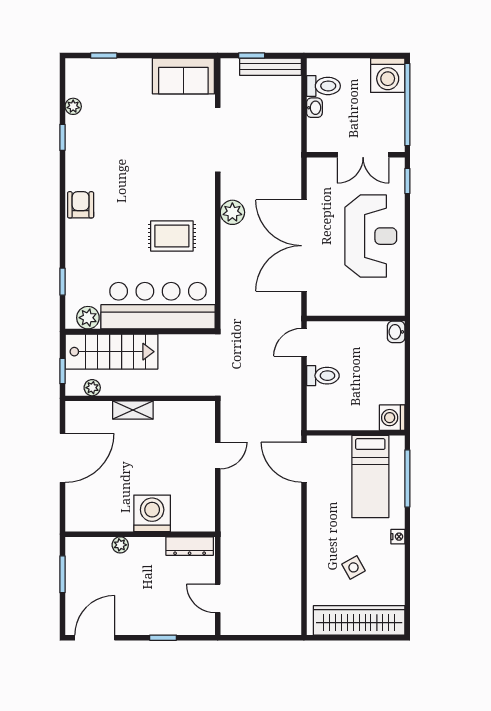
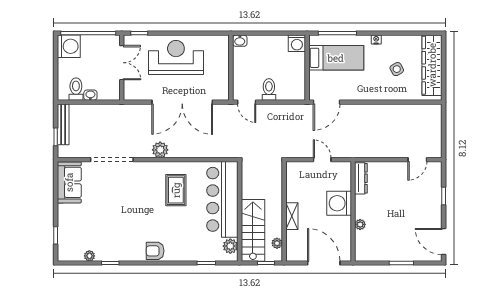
washing machine: (152, 513) -> (339, 203), moved
wall: (140, 534) -> (353, 211), moved
plant: (120, 545) -> (360, 224), moved
dresser: (190, 546) -> (361, 178), moved

